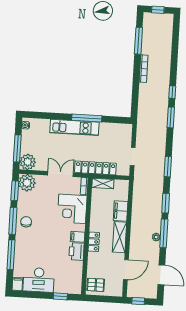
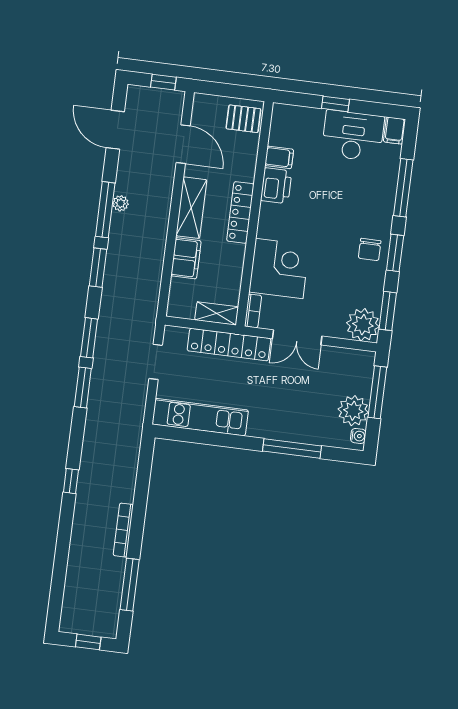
window: (171, 117) -> (83, 388), moved
window: (87, 118) -> (292, 448), moved
kitchen unit: (74, 127) -> (200, 417), moved
plant: (28, 162) -> (353, 411), moved
window: (13, 221) -> (395, 253), width x0.69
filing cabinet: (78, 237) -> (279, 157), moved
locker: (94, 242) -> (240, 212), width x1.53
door: (126, 270) -> (183, 144), swing flipped
window: (60, 296) -> (335, 104), moved

